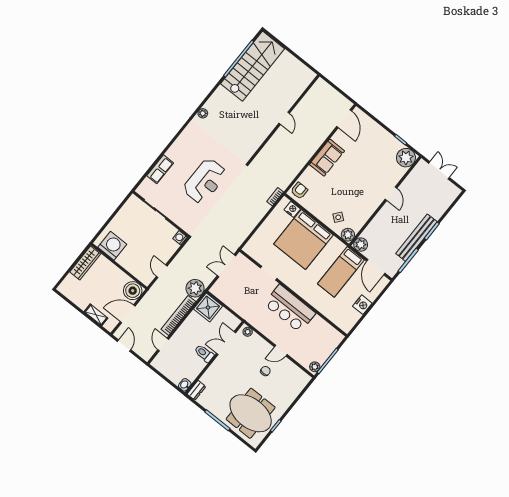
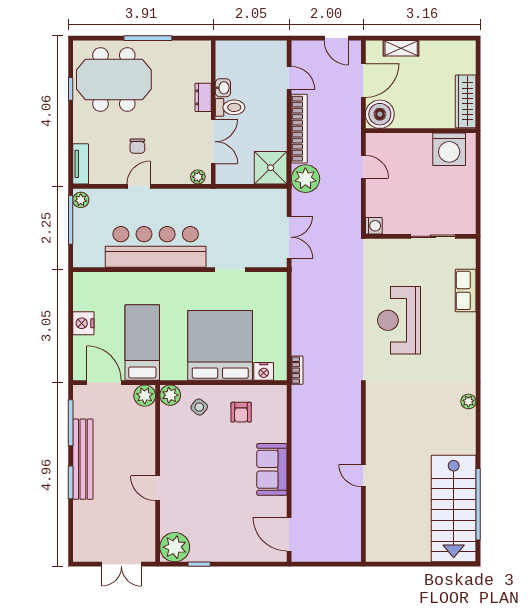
armchair: (299, 191) -> (241, 412), moved
bar counter: (290, 309) -> (156, 247), width x1.36
washbasin: (185, 385) -> (223, 88), moved
tv unit: (301, 385) -> (81, 164), added
dresser: (197, 390) -> (203, 97), moved

